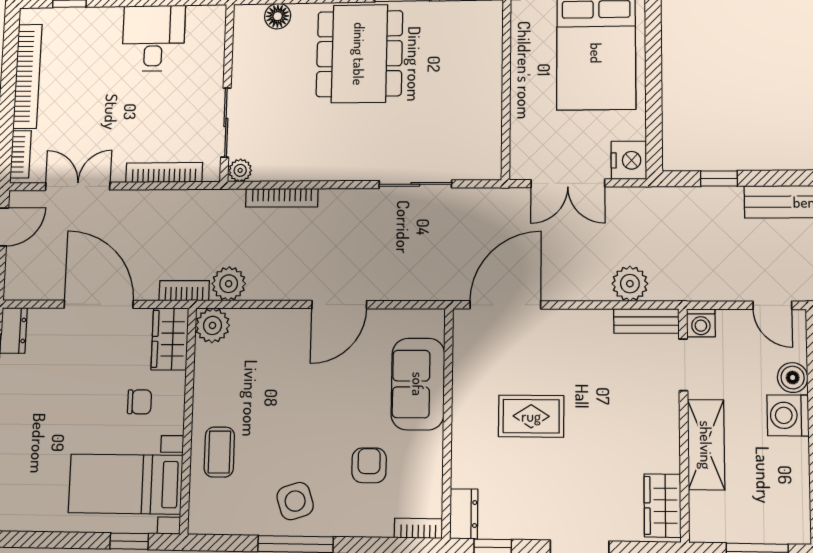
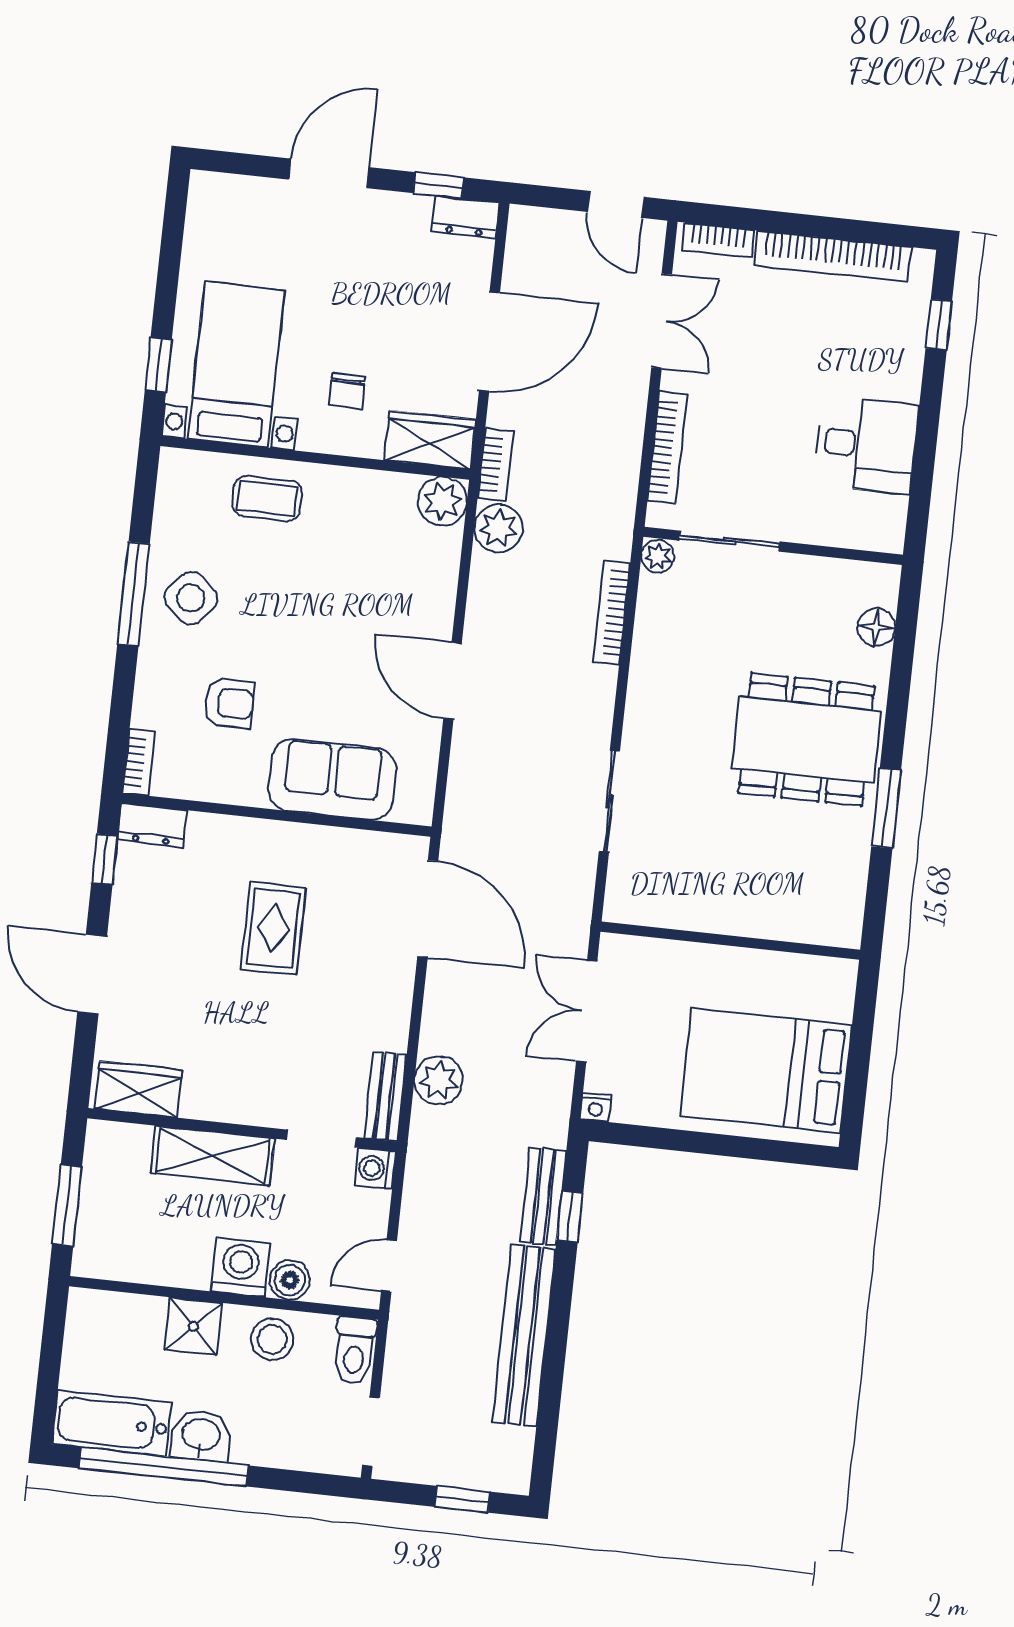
nightstand: (629, 160) -> (596, 1107), width x0.53, depth x0.56
bench: (706, 199) -> (543, 1196), added
side table: (295, 501) -> (191, 598), turned -30

